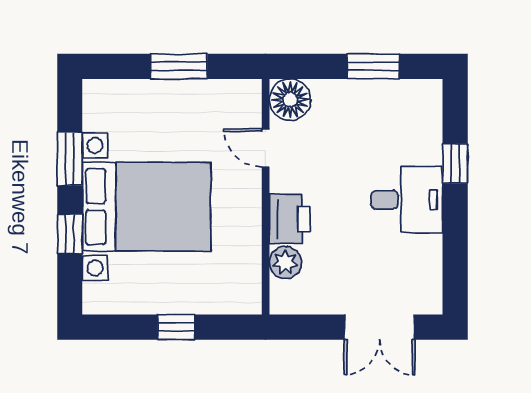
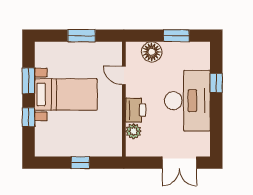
floor lamp: (290, 100) -> (152, 52), moved
desk: (407, 200) -> (187, 101), width x1.87, depth x1.30
bed with nightstands: (146, 207) -> (66, 94), width x0.73

